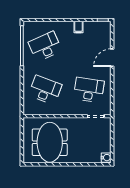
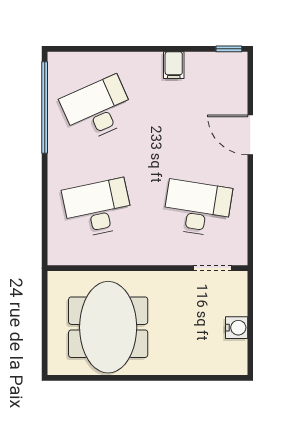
door: (112, 58) -> (250, 135), hinge flipped
desk: (45, 90) -> (98, 208), turned -33
water cooler: (106, 158) -> (237, 328), moved

